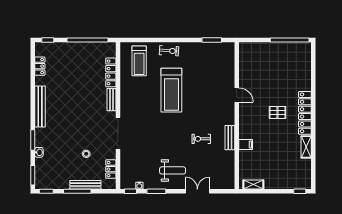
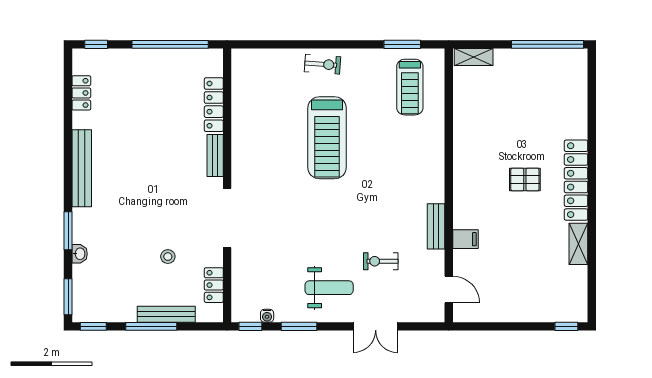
treadmill: (139, 61) -> (410, 87), moved
door: (237, 95) -> (449, 289), moved
exercise bike: (201, 139) -> (381, 261), moved
shelving: (253, 184) -> (474, 57), moved
double door: (197, 191) -> (376, 326), swing flipped

